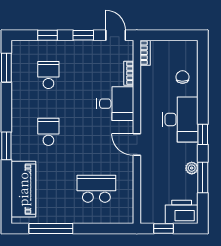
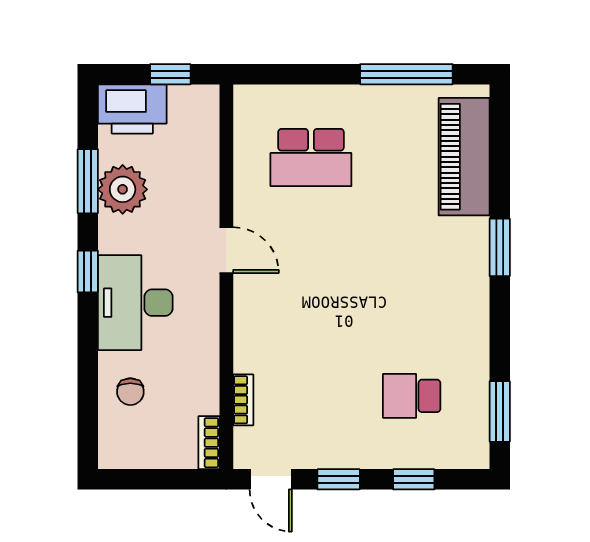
school desk: (48, 75) -> (412, 396), turned 90
desk: (115, 104) -> (272, 336), removed
school desk: (48, 132) -> (412, 277), removed
plant: (192, 168) -> (123, 189), width x1.88, depth x1.88

